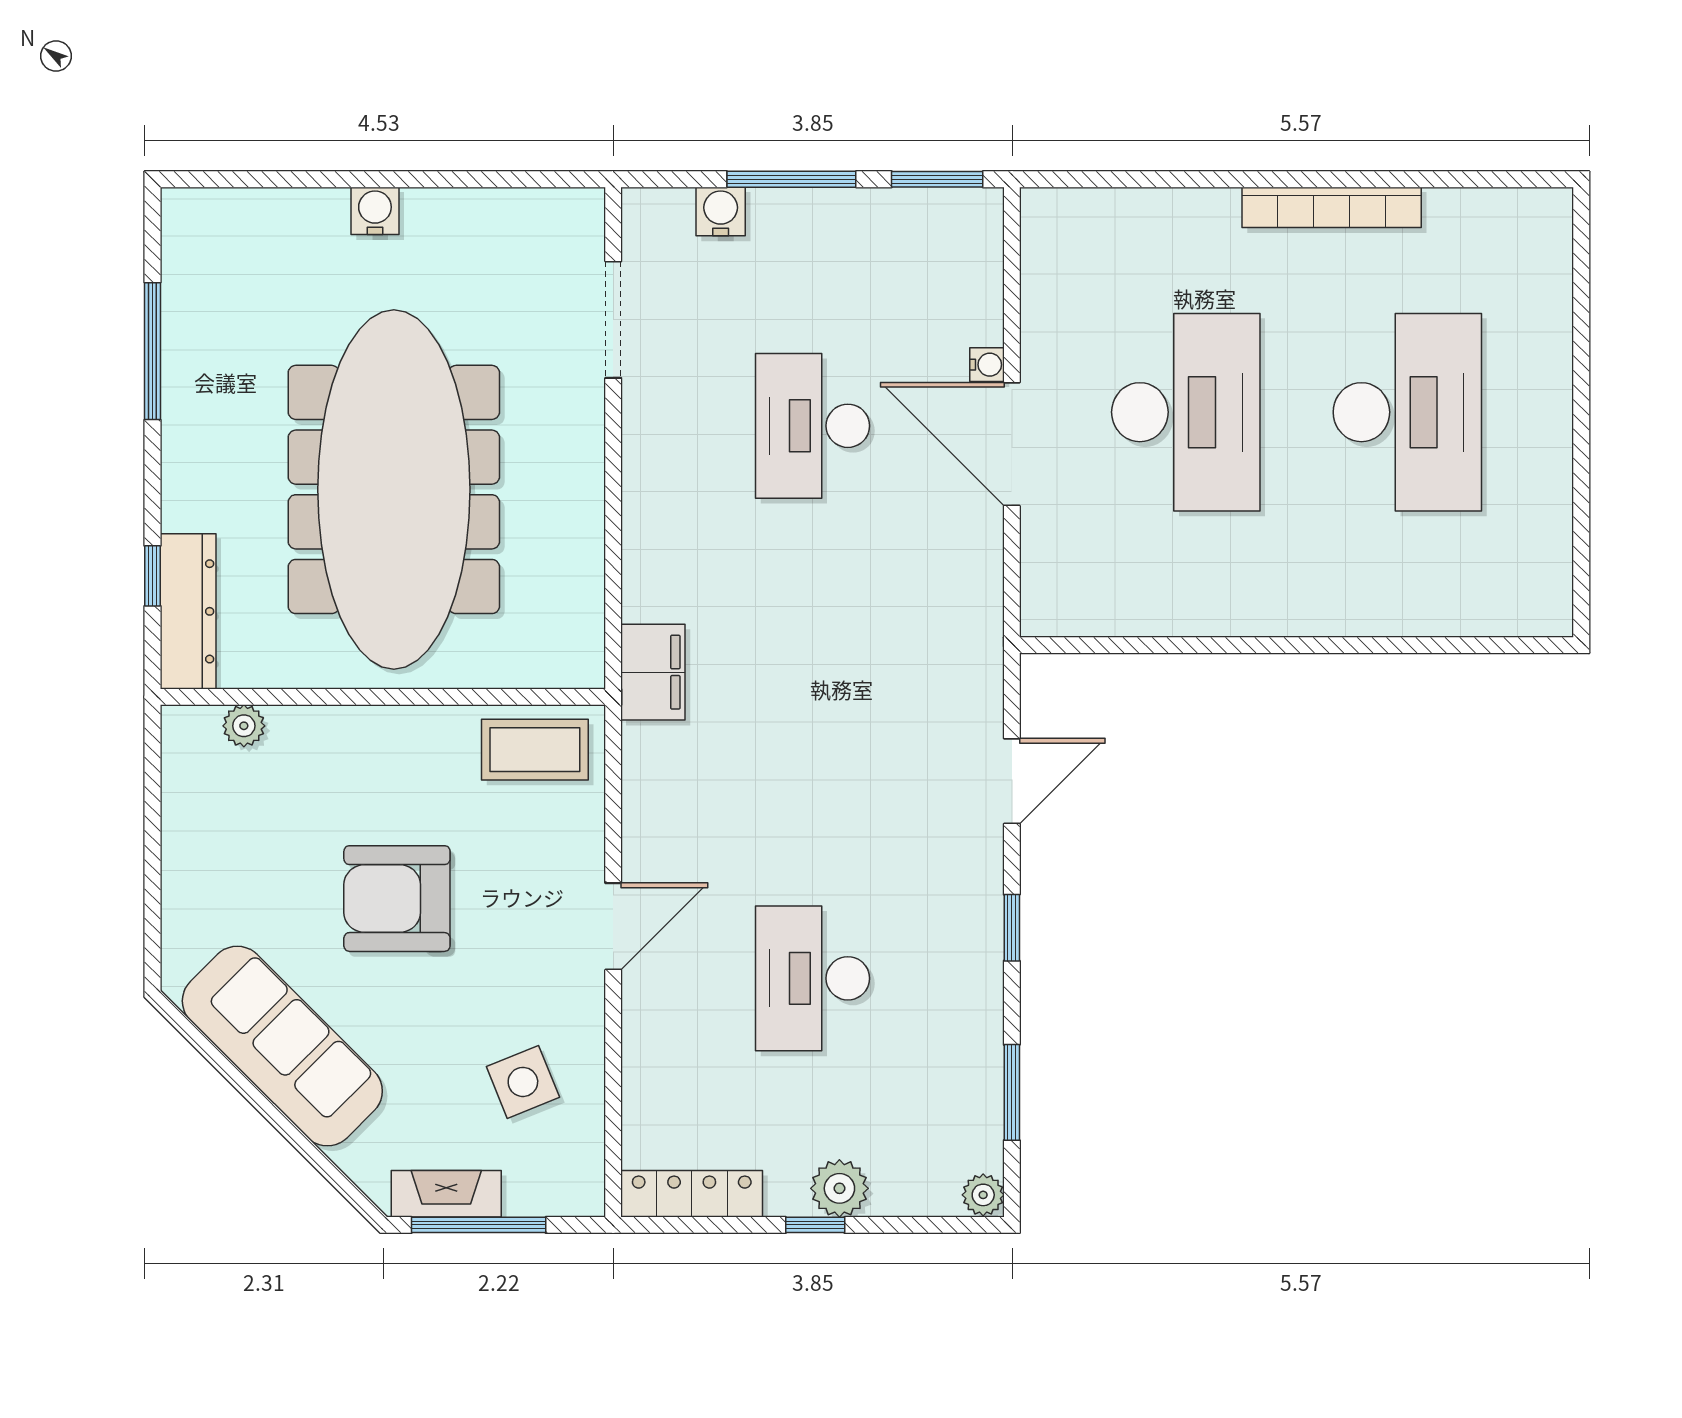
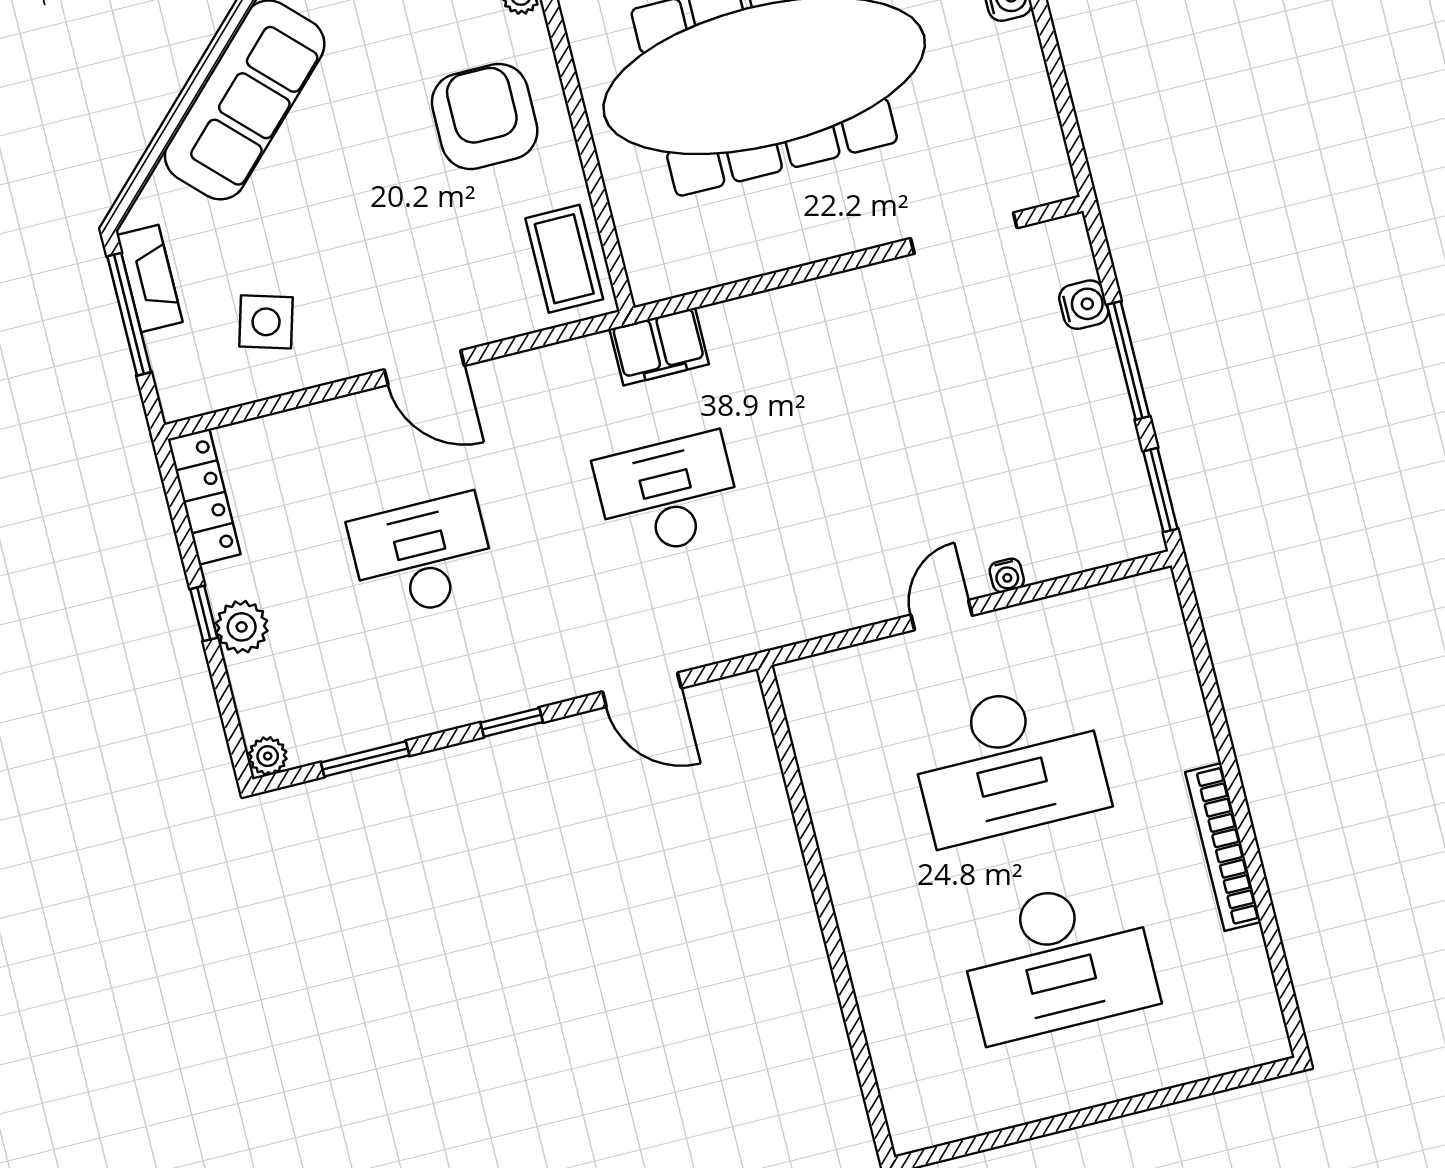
desk: (813, 426) -> (668, 495), moved
door: (1012, 444) -> (942, 615), width x0.53
armchair: (397, 899) -> (485, 116), moved
side table: (523, 1082) -> (266, 322), turned 38

